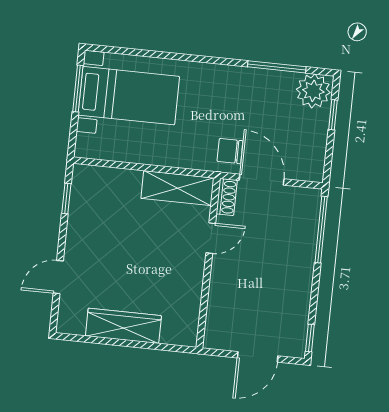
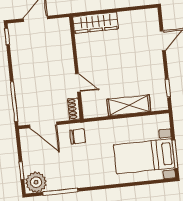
door: (262, 180) -> (43, 125), moved
shelving: (177, 188) -> (129, 105), moved
door: (211, 238) -> (78, 83), swing flipped
wardrobe: (123, 326) -> (96, 23), moved

